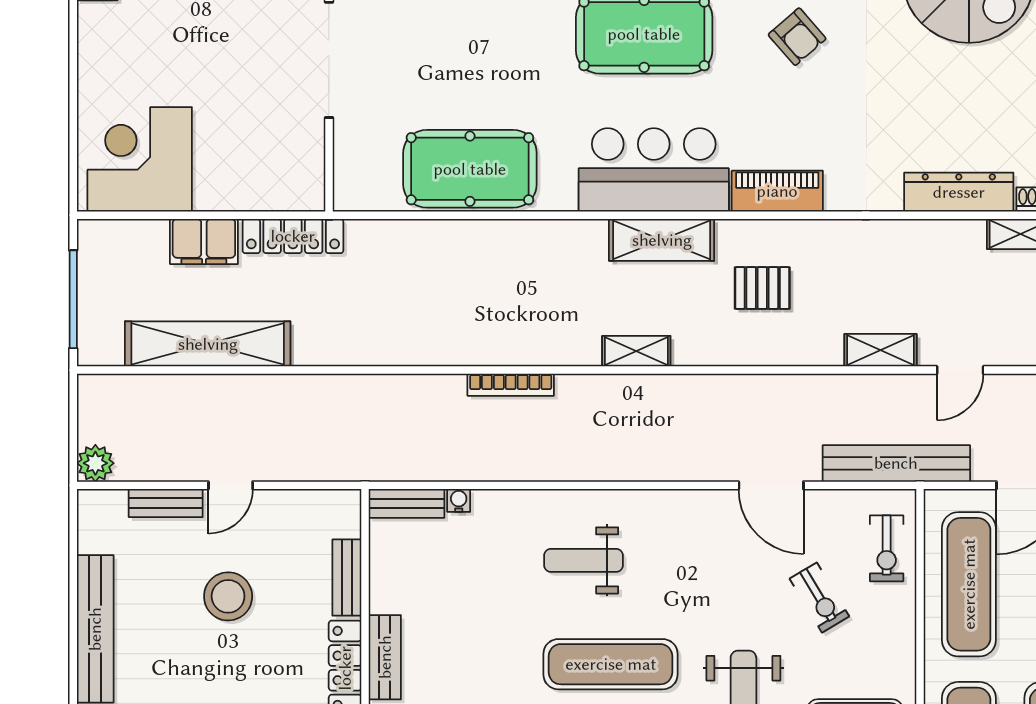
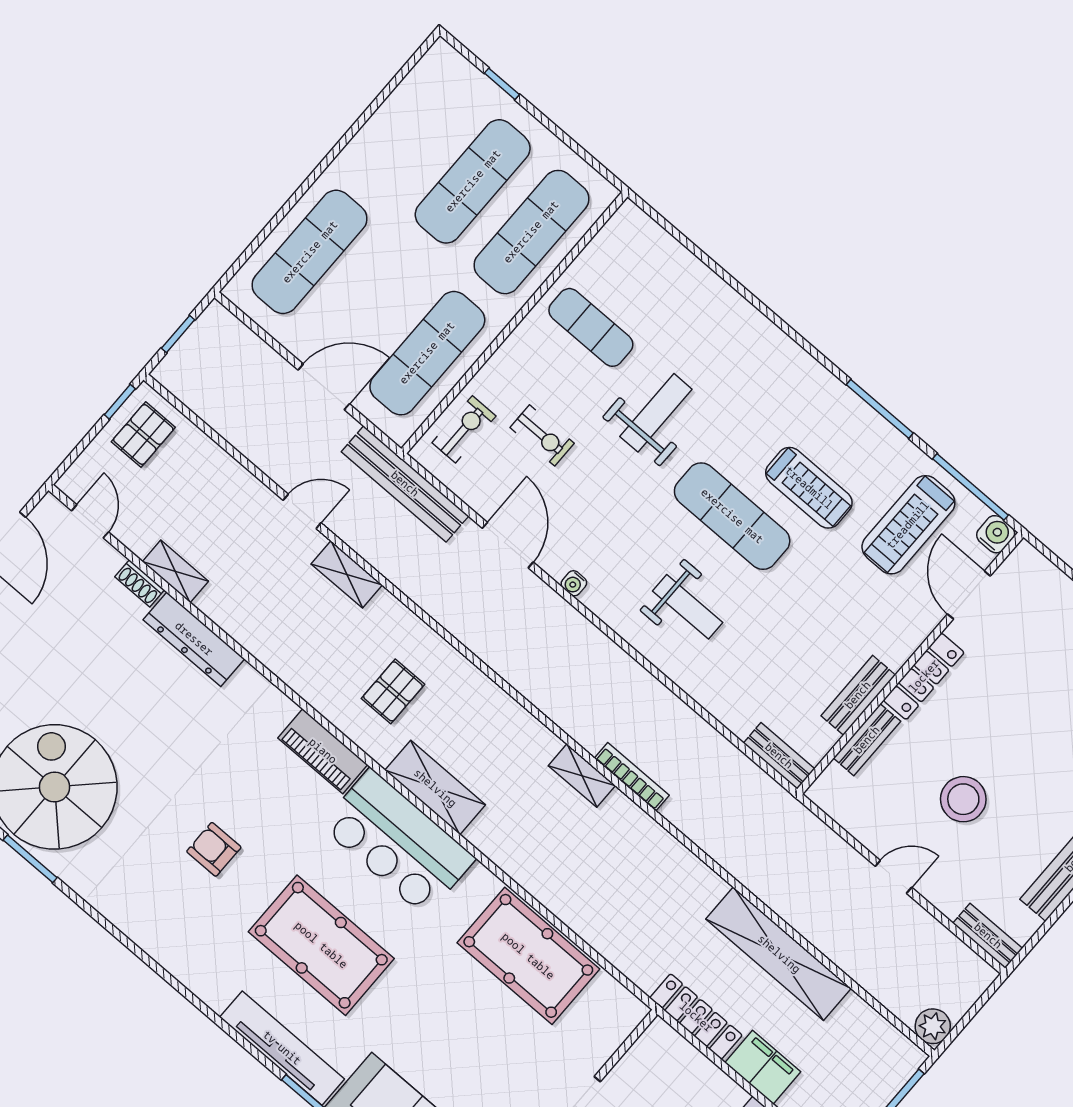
armchair: (797, 37) -> (214, 849), turned -49
pallet: (762, 288) -> (393, 691), turned 90
shelving: (208, 344) -> (779, 954), moved
shelving: (636, 351) -> (582, 776), moved
plant: (95, 463) -> (933, 1026), moved
water cooler: (459, 500) -> (574, 583), moved
bench: (166, 503) -> (988, 936), moved
exercise bike: (819, 598) -> (542, 435), turned 121
bench: (385, 657) -> (858, 695), moved

